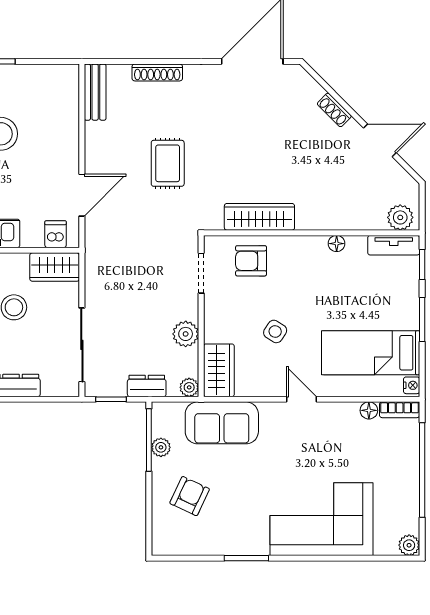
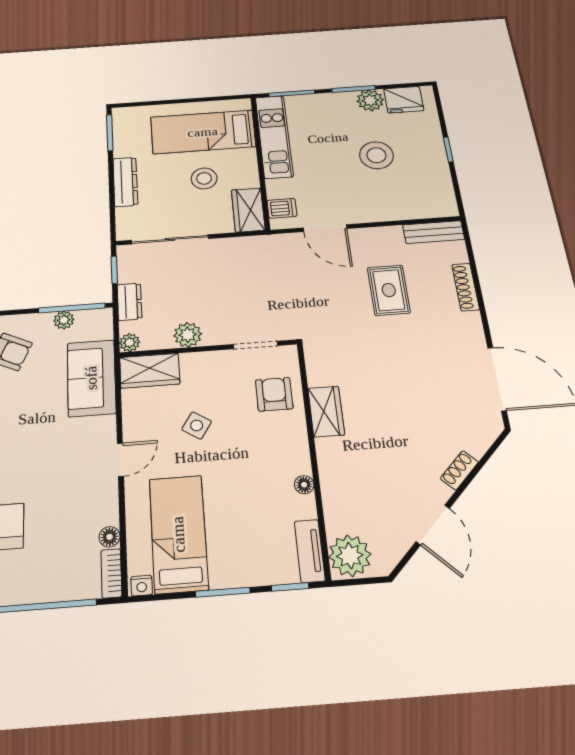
rug: (168, 163) -> (389, 290), moved, turned 90
wardrobe: (259, 217) -> (326, 411), width x0.67
plant: (400, 217) -> (350, 556), width x1.36, depth x1.36

